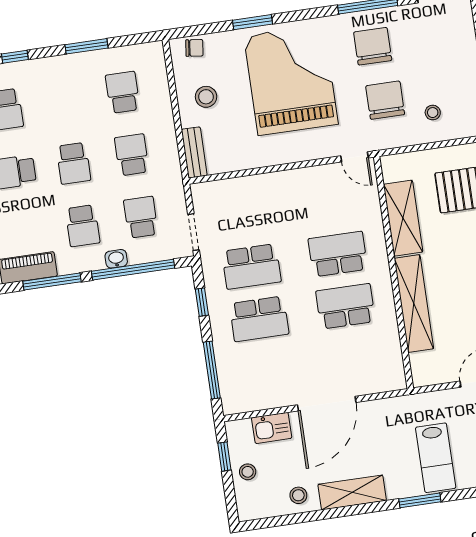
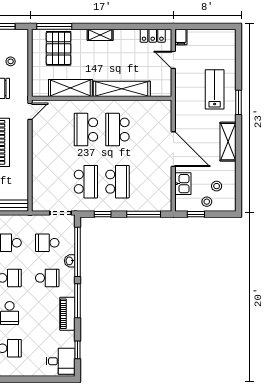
lab bench: (436, 458) -> (215, 89), turned -90
stool: (298, 495) -> (217, 186), moved

